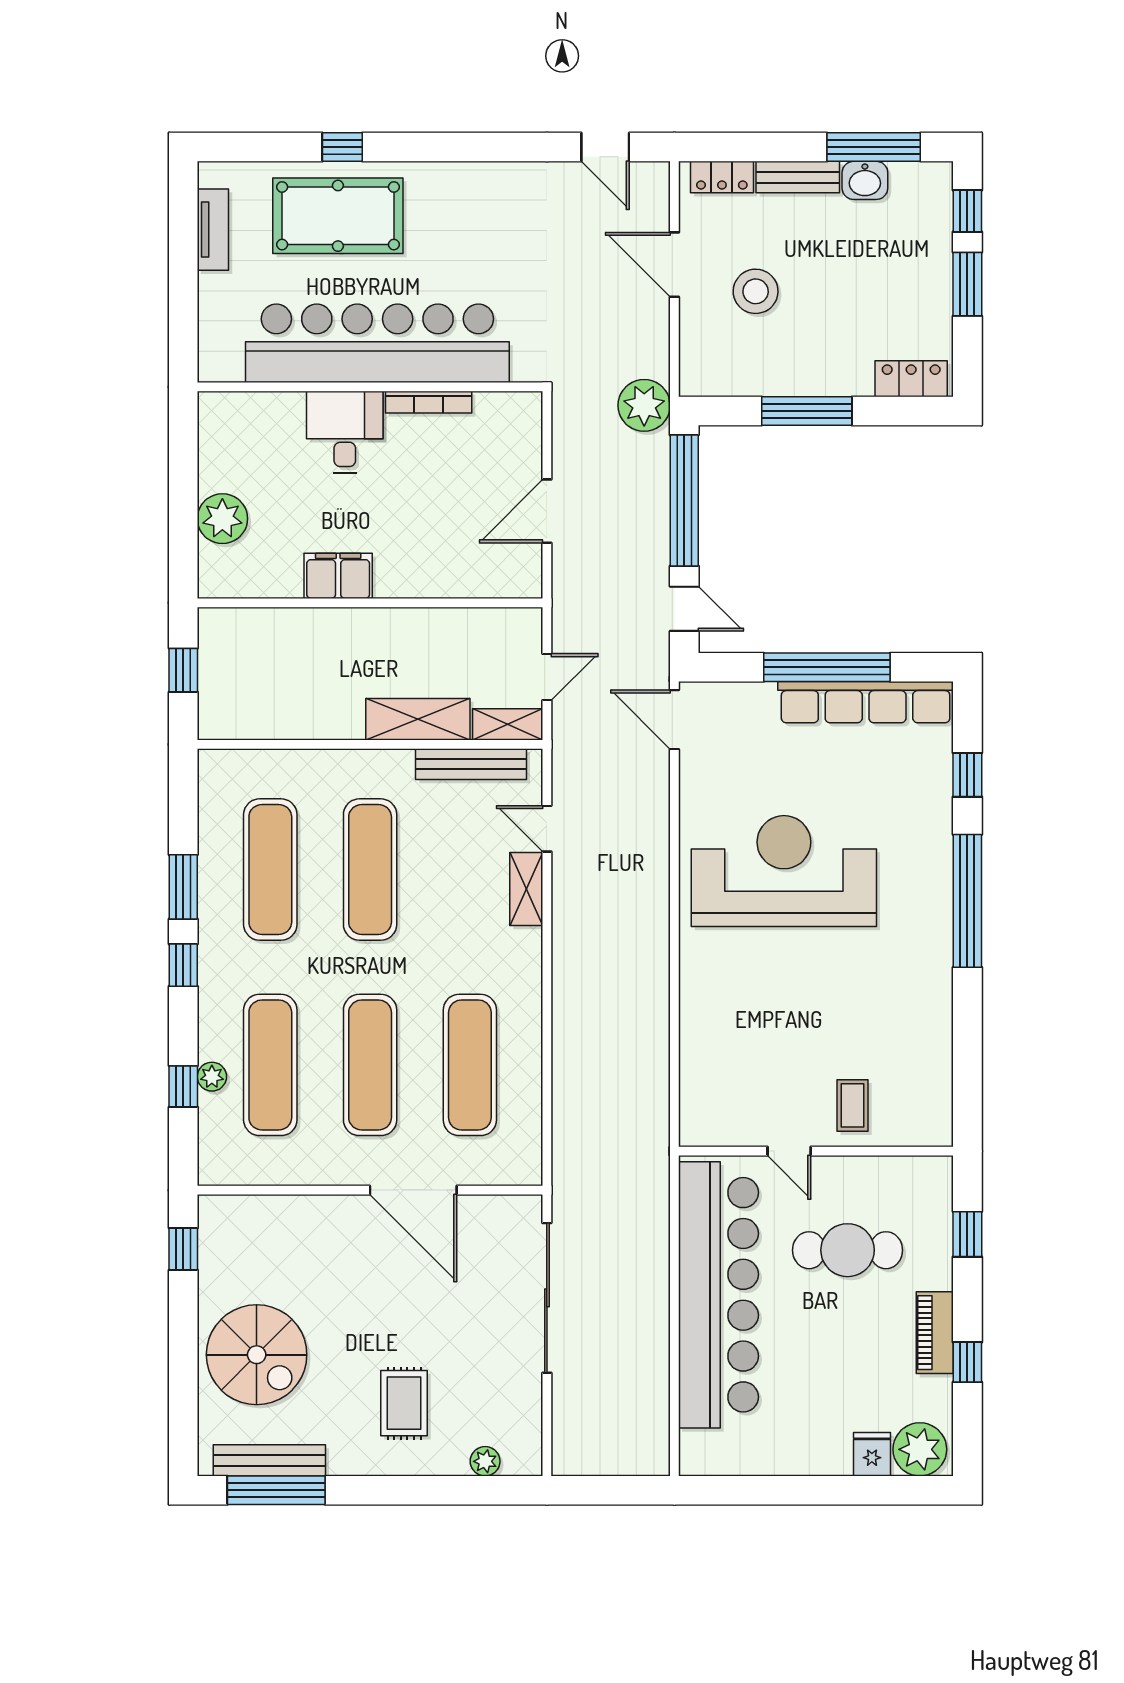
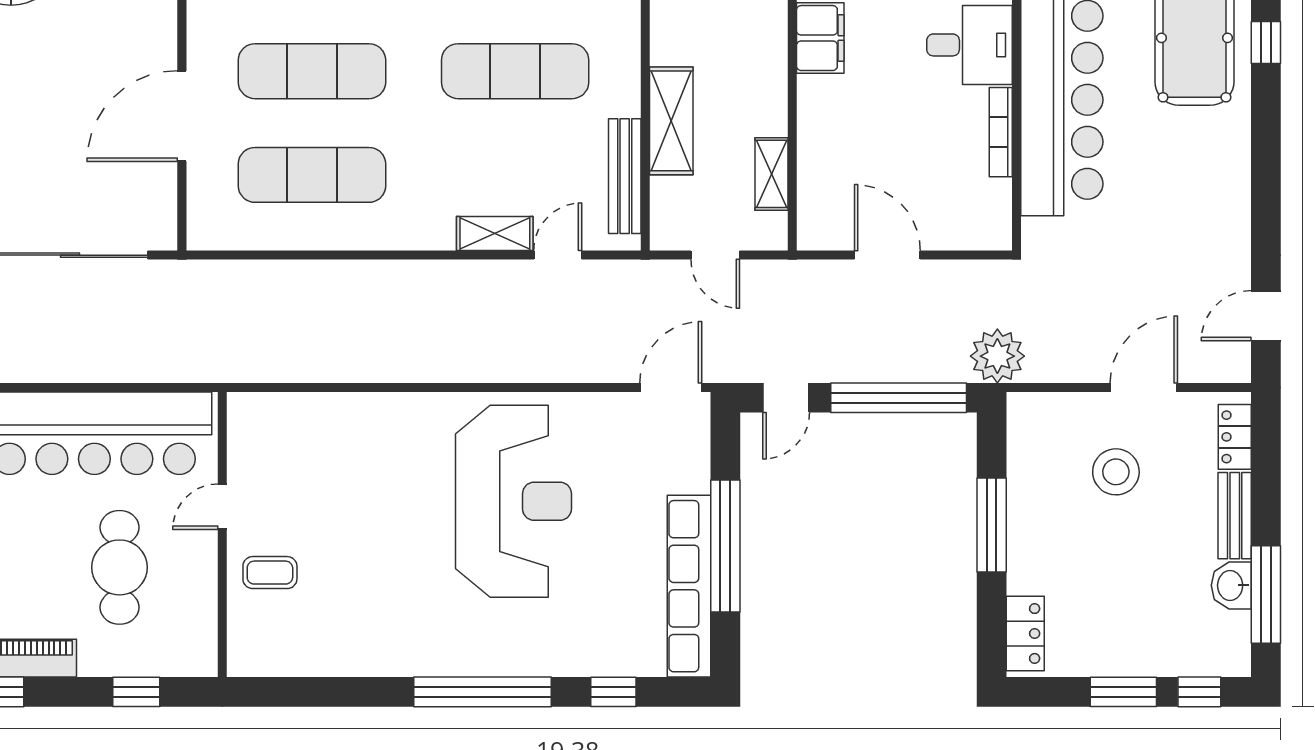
shelving: (508, 724) -> (771, 174), moved

